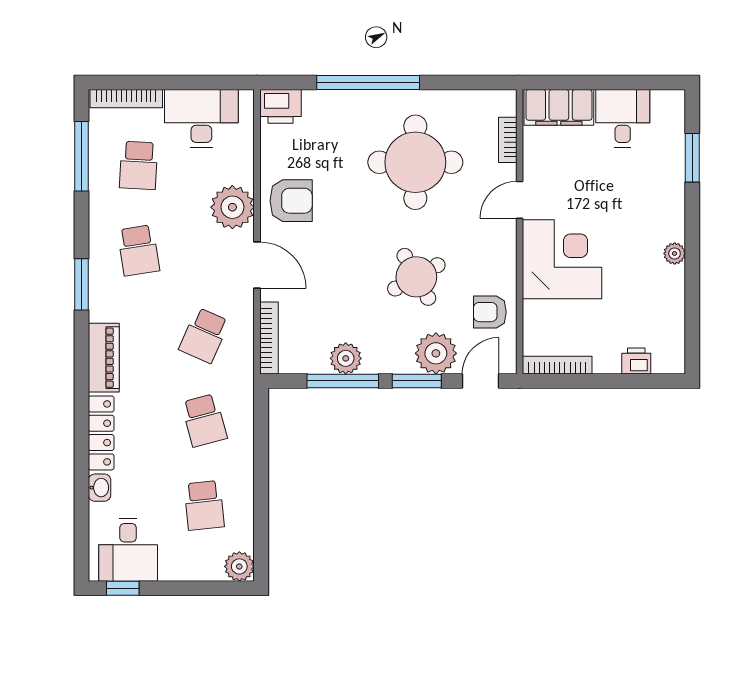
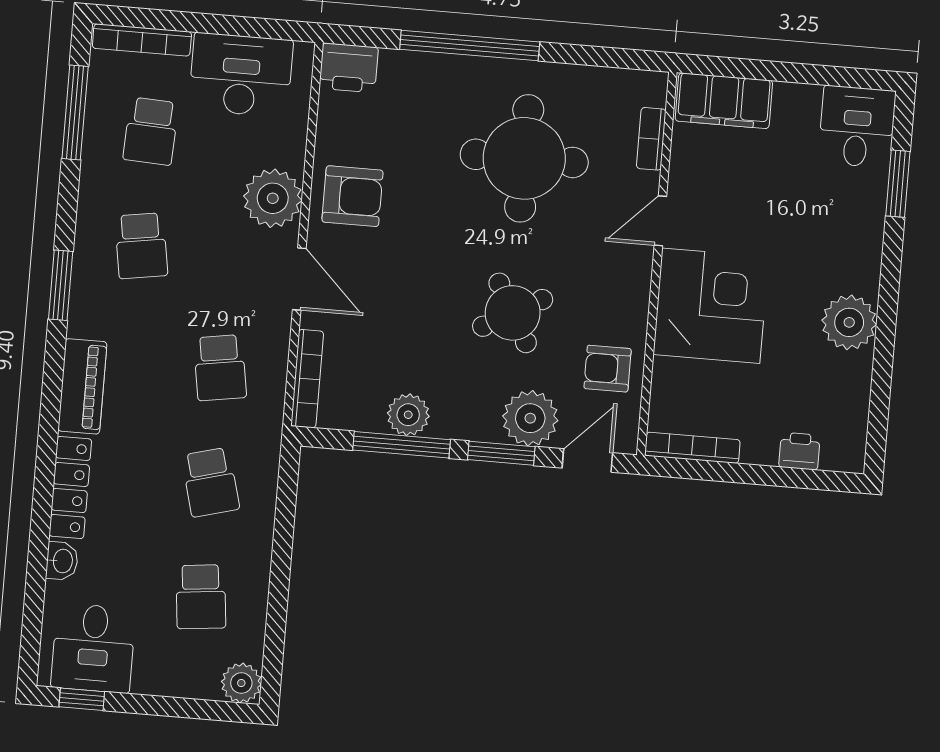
desk: (623, 118) -> (857, 127), moved
plant: (675, 253) -> (849, 322), width x1.88, depth x1.88
school desk: (204, 335) -> (220, 368), turned -33

